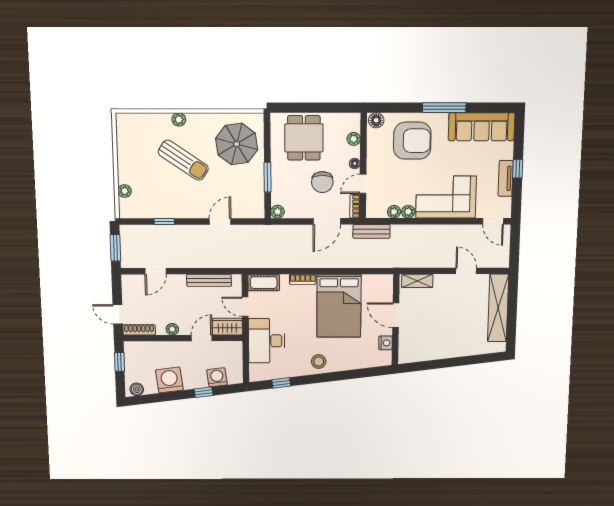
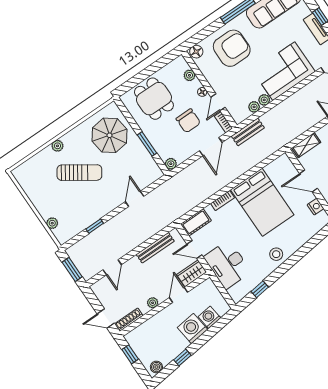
washing machine: (169, 380) -> (193, 329), moved
window: (204, 392) -> (182, 358), moved

